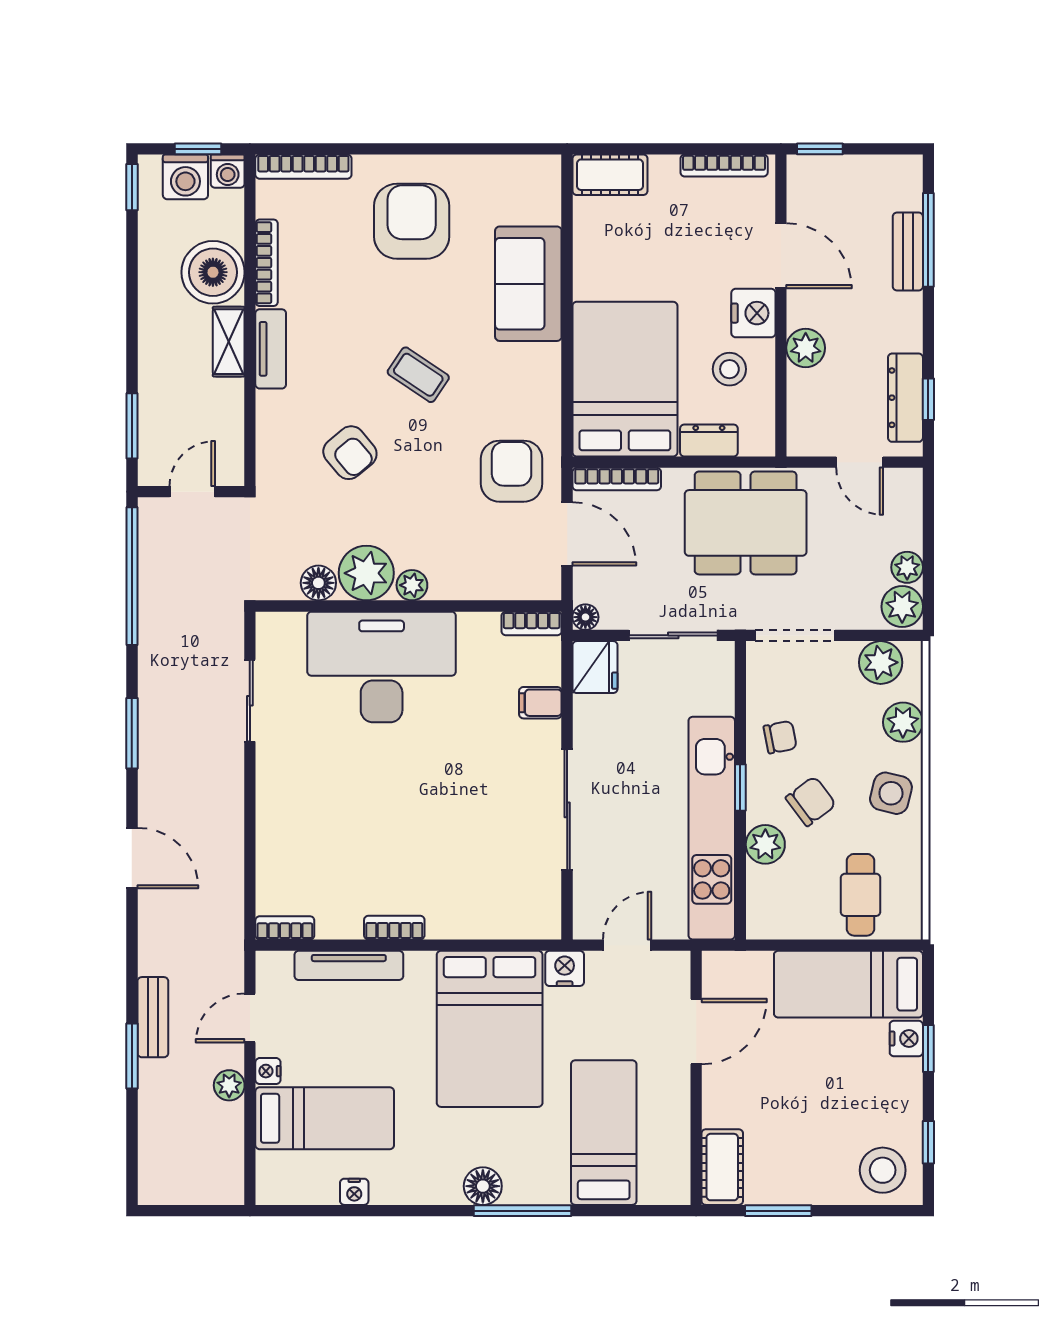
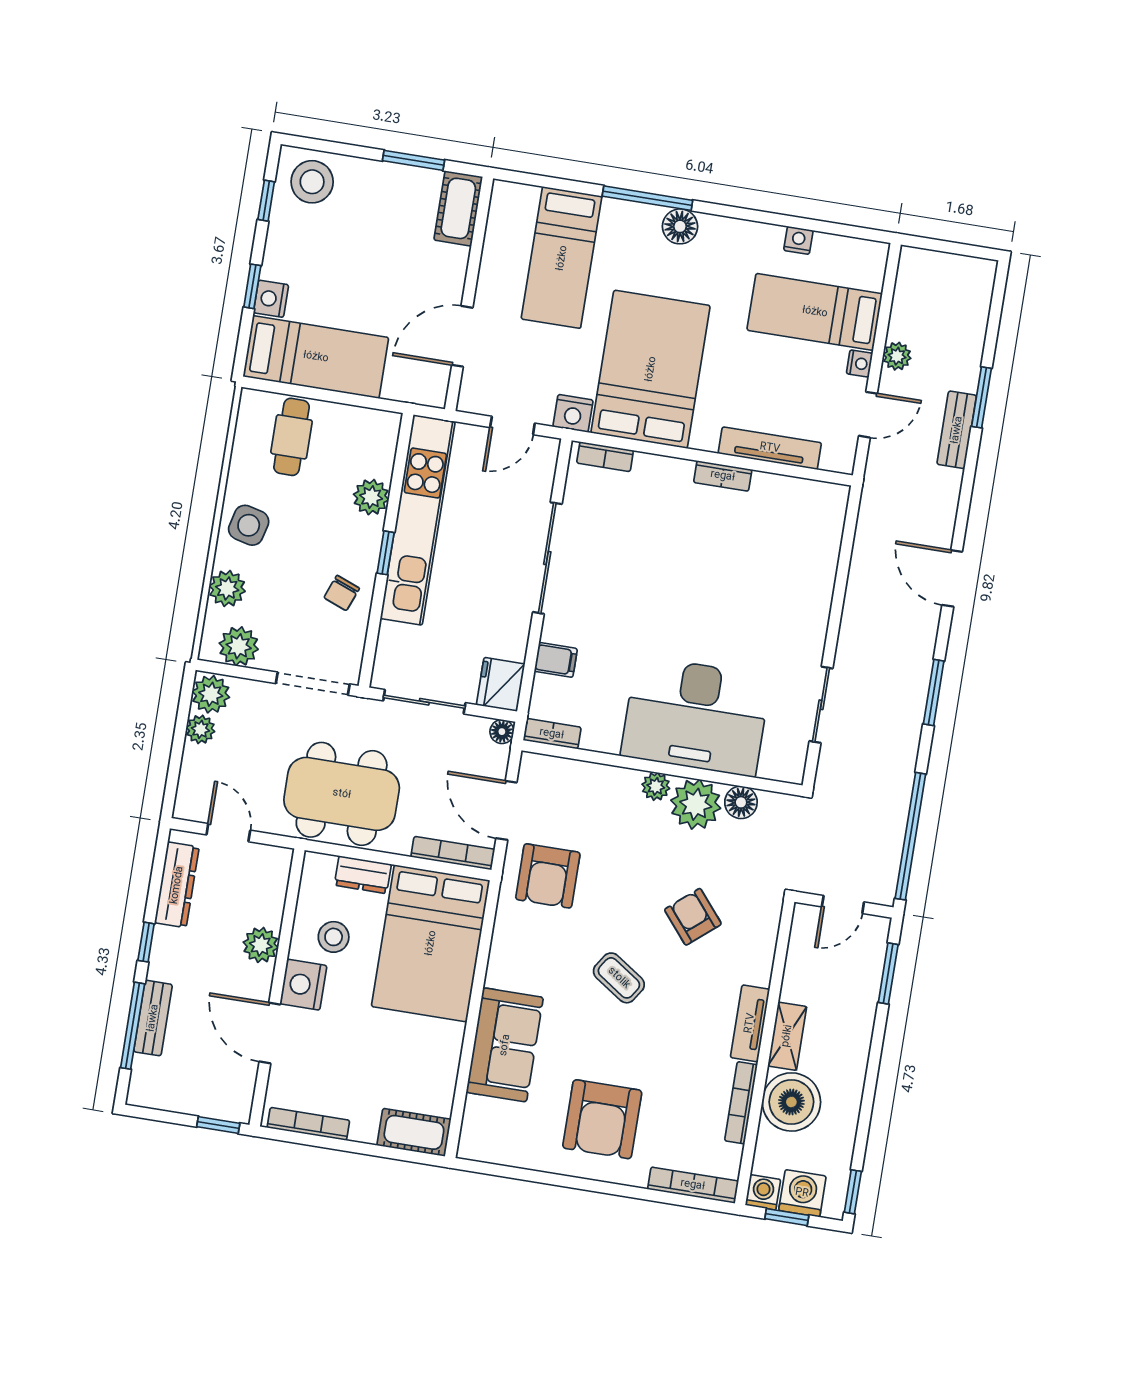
window: (928, 399) -> (146, 942), moved
chair: (780, 737) -> (342, 593), turned -58
chair: (811, 801) -> (323, 530), removed
bookcase: (285, 928) -> (605, 457), moved

